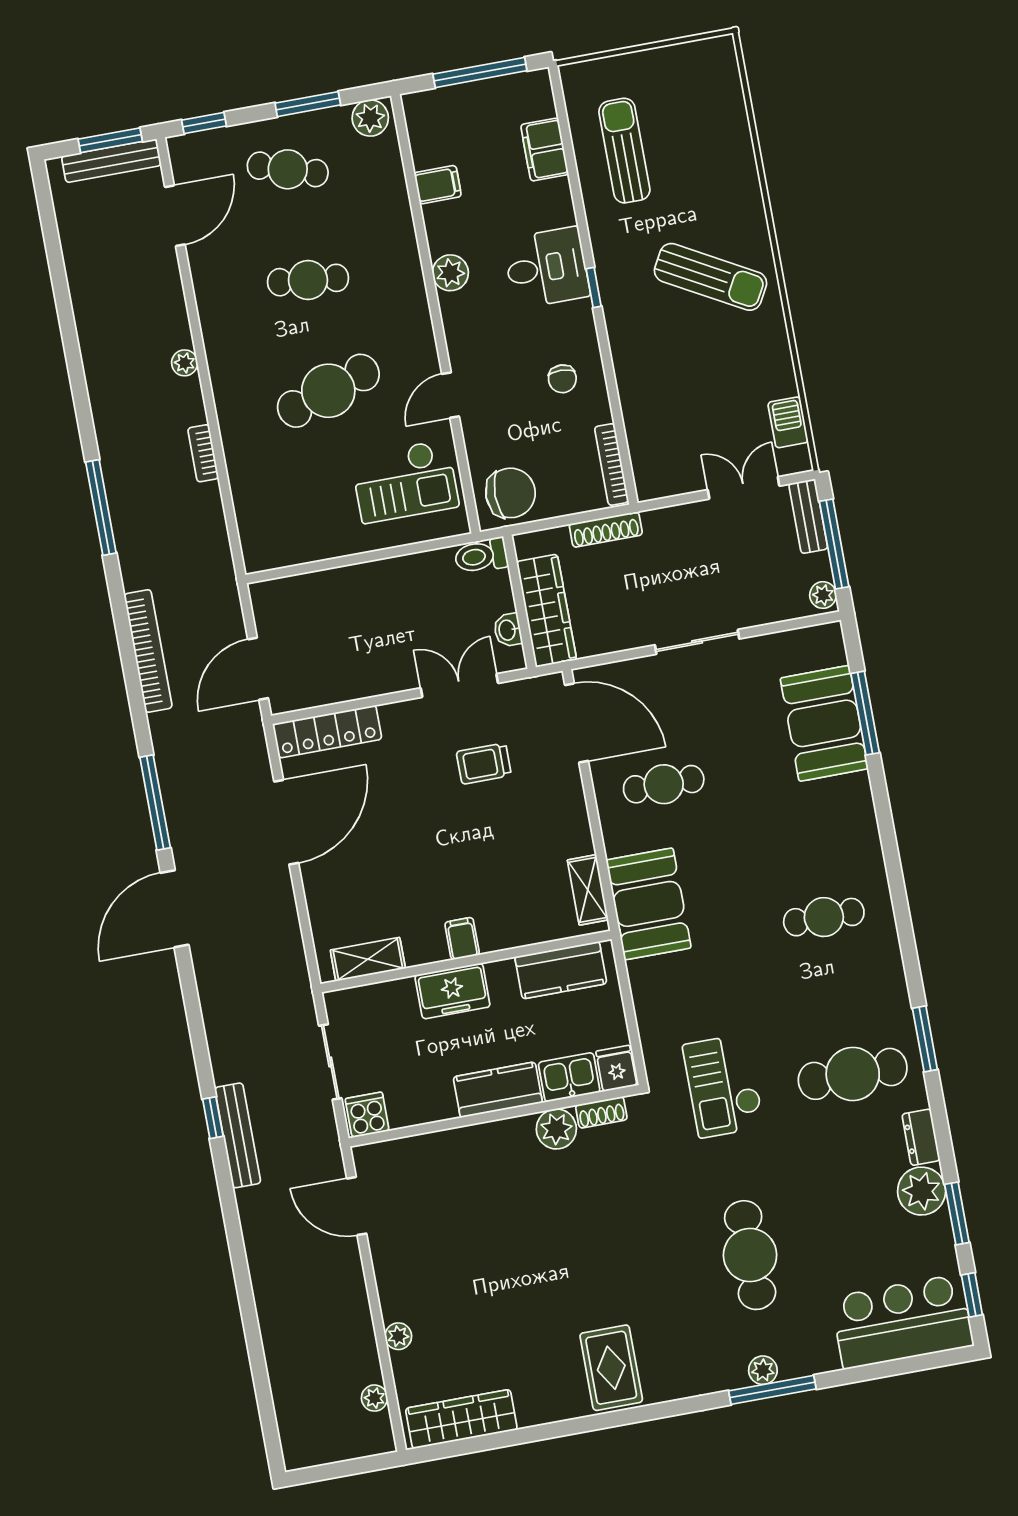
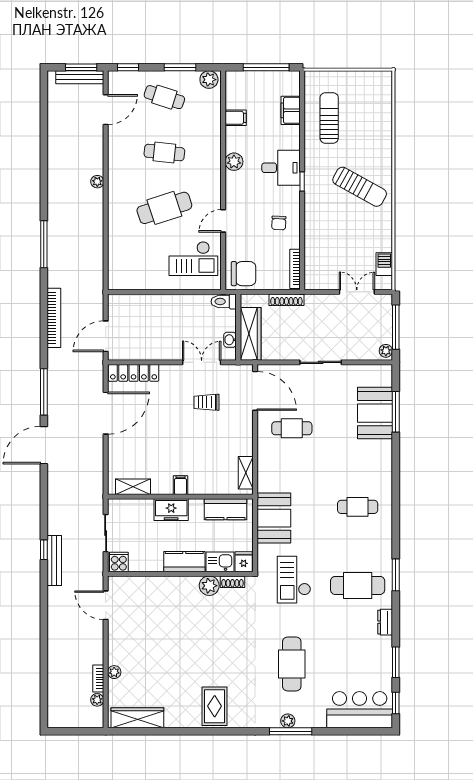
bookcase: (203, 453) -> (98, 679), moved
bench: (808, 516) -> (386, 311), removed
booth: (649, 904) -> (274, 518), moved
plant: (922, 1191) -> (381, 648), removed

